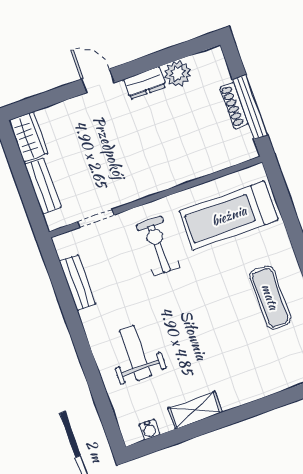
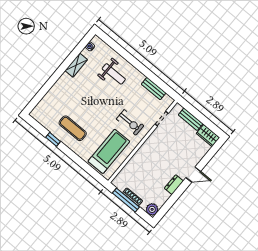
plant: (178, 74) -> (152, 209), moved

